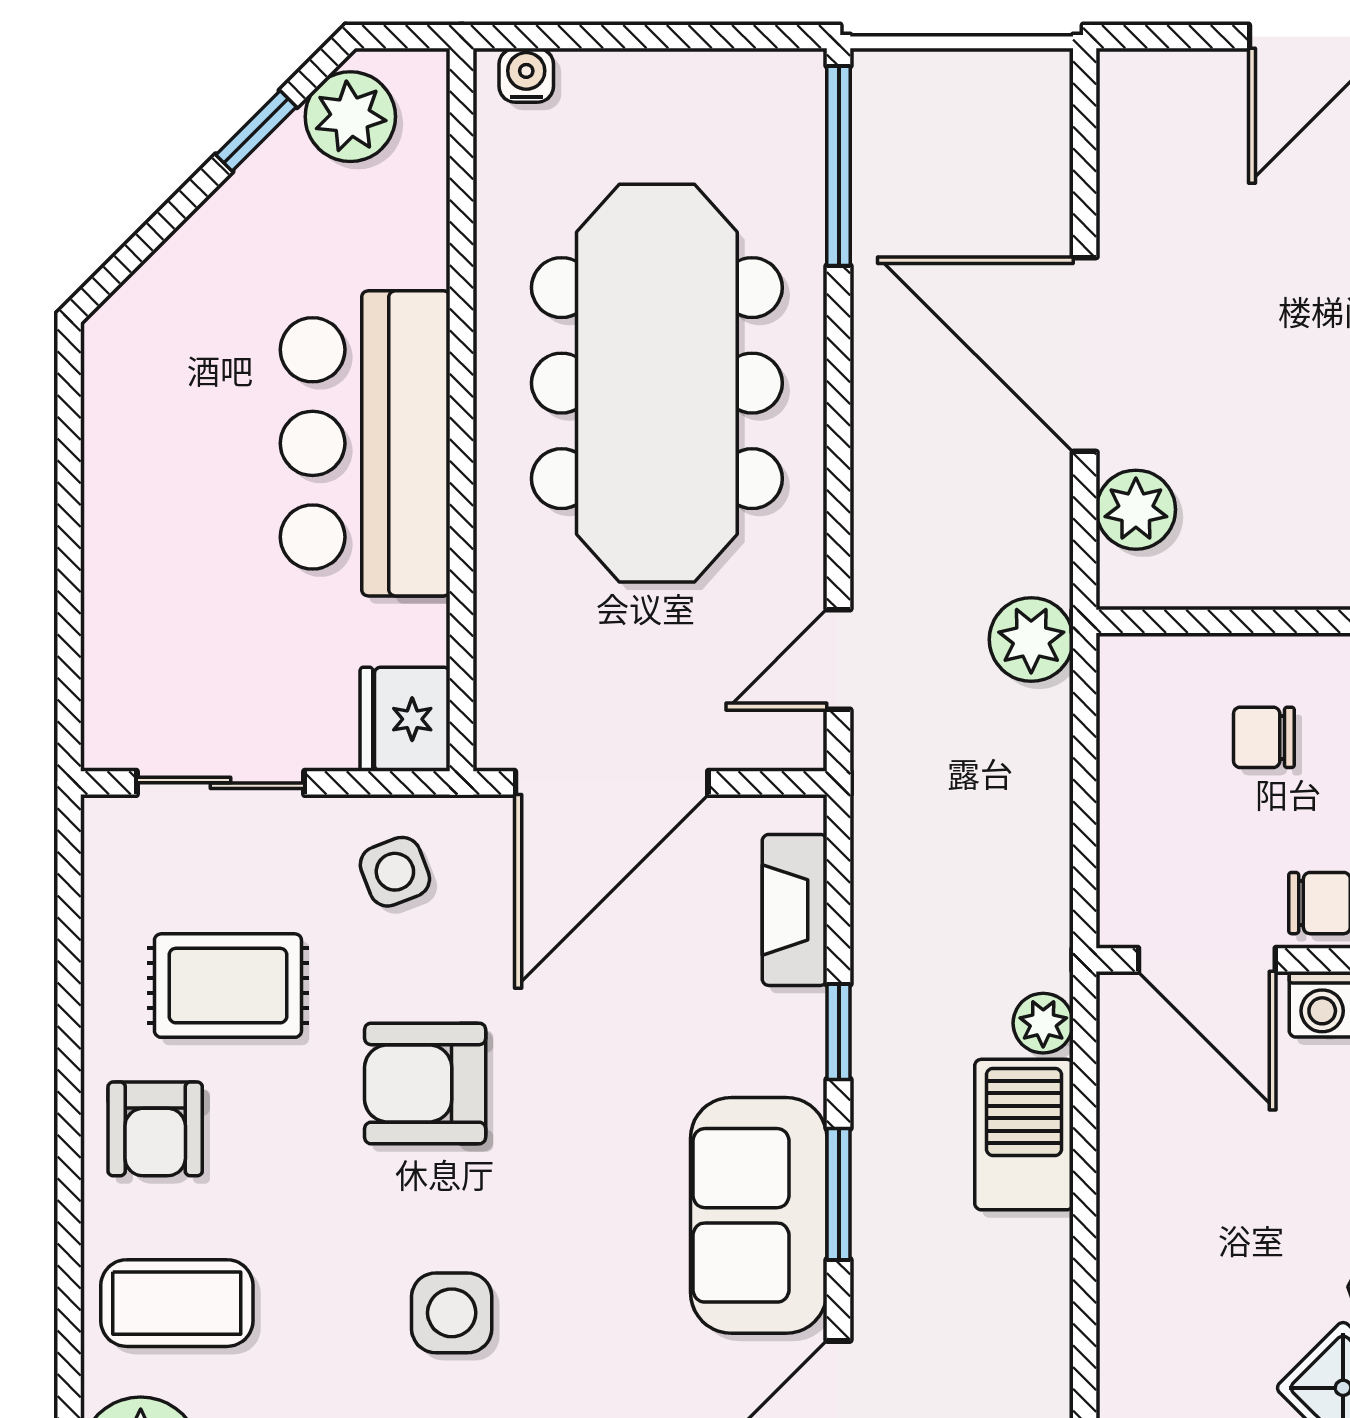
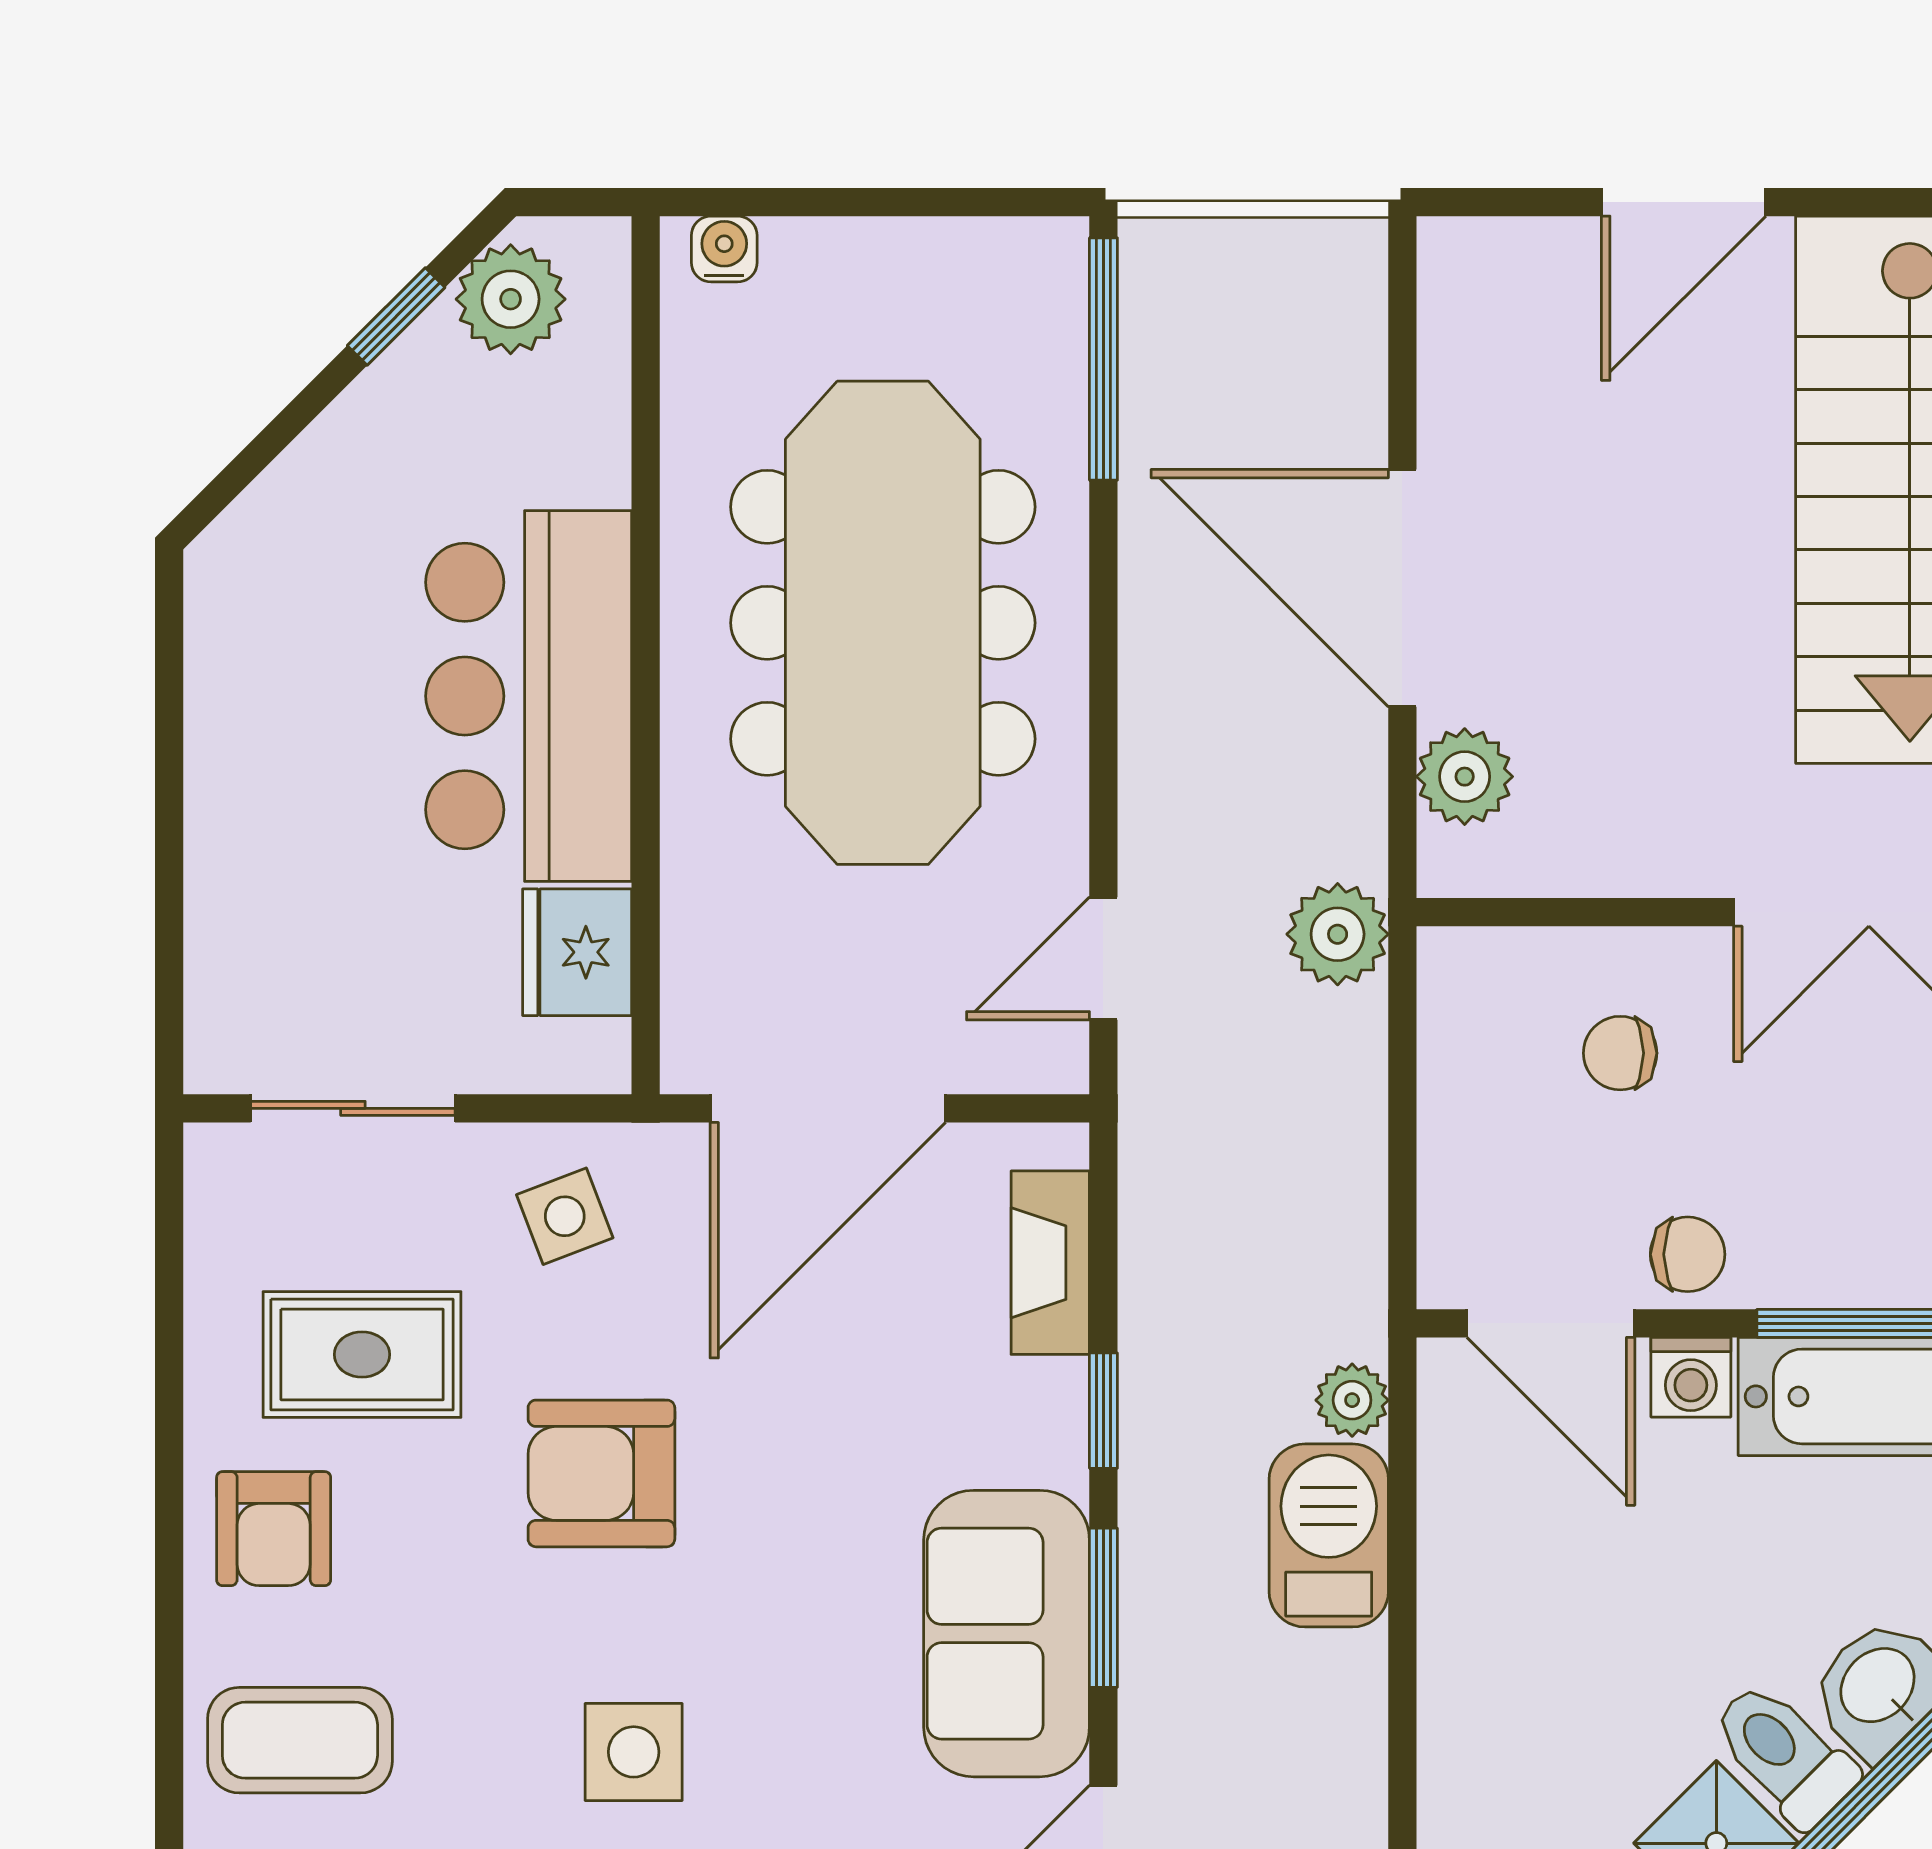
fridge: (405, 719) -> (577, 952), moved

